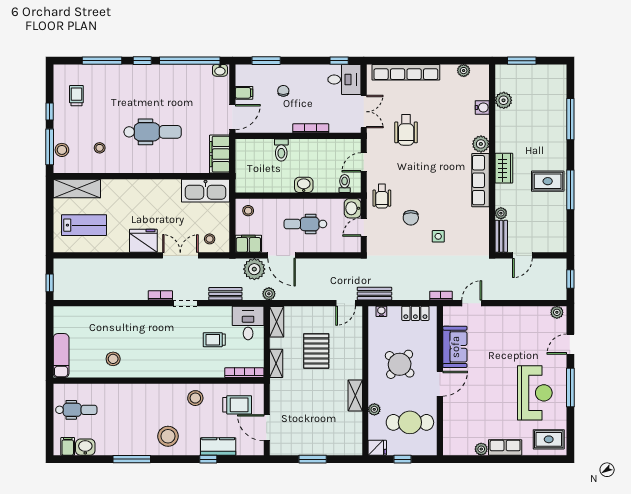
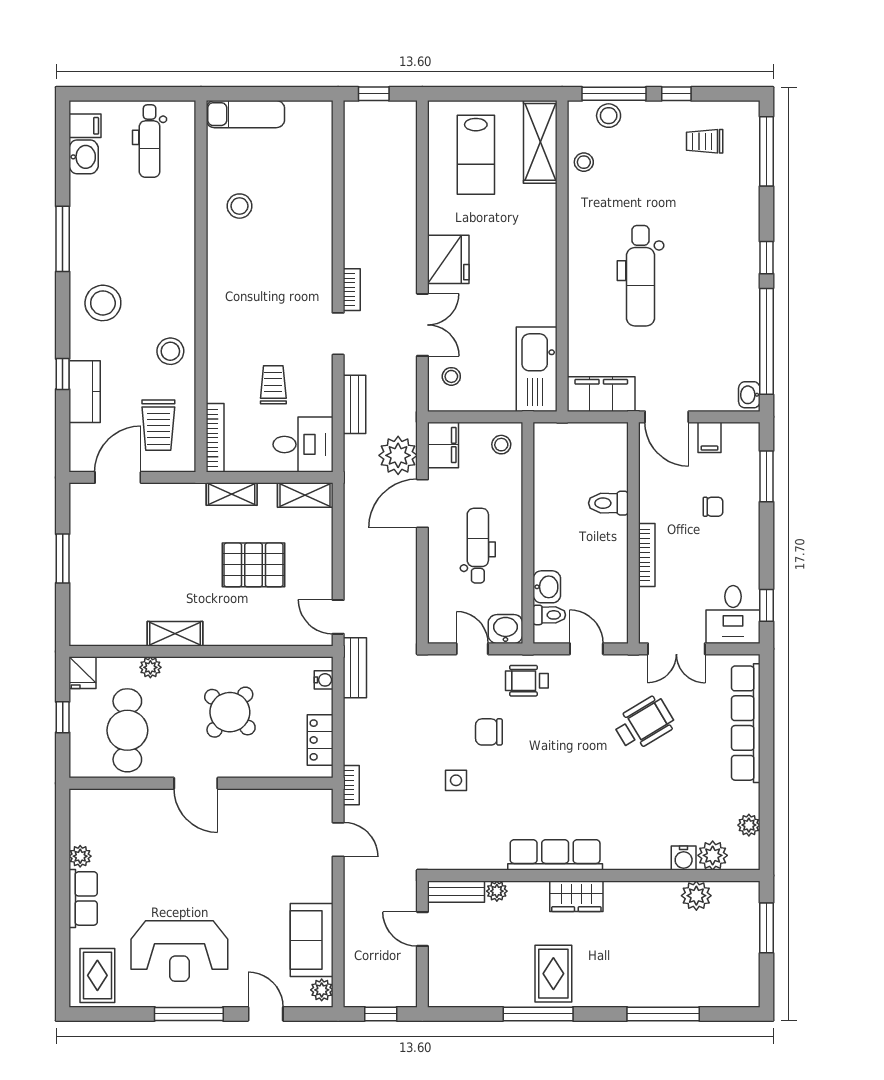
window: (102, 61) -> (767, 151), moved
trolley: (76, 96) -> (705, 141), turned 180
wheelchair: (406, 130) -> (644, 723), turned 149
plant: (481, 144) -> (713, 855), moved
stool: (100, 148) -> (584, 162), moved
washbasin: (304, 185) -> (547, 587), moved
plant: (269, 294) -> (355, 481), removed
sofa: (455, 347) -> (312, 940), moved, turned 90

